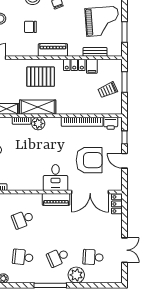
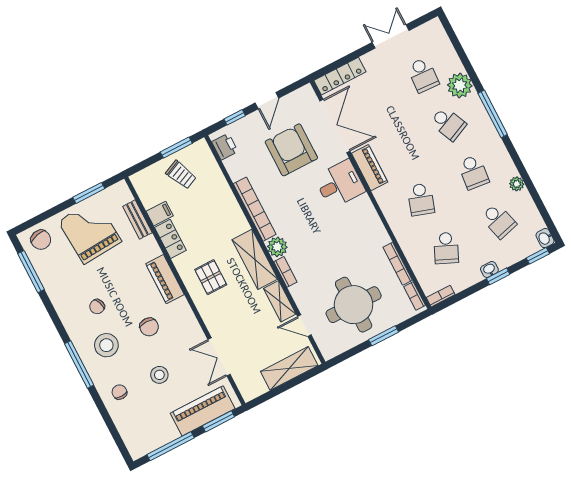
pallet: (41, 77) -> (211, 277), width x0.67, depth x0.71
window: (125, 82) -> (176, 148), moved
bookcase: (82, 122) -> (255, 209), moved
locker: (117, 204) -> (340, 76), width x1.53
school desk: (23, 219) -> (421, 199), turned 39

